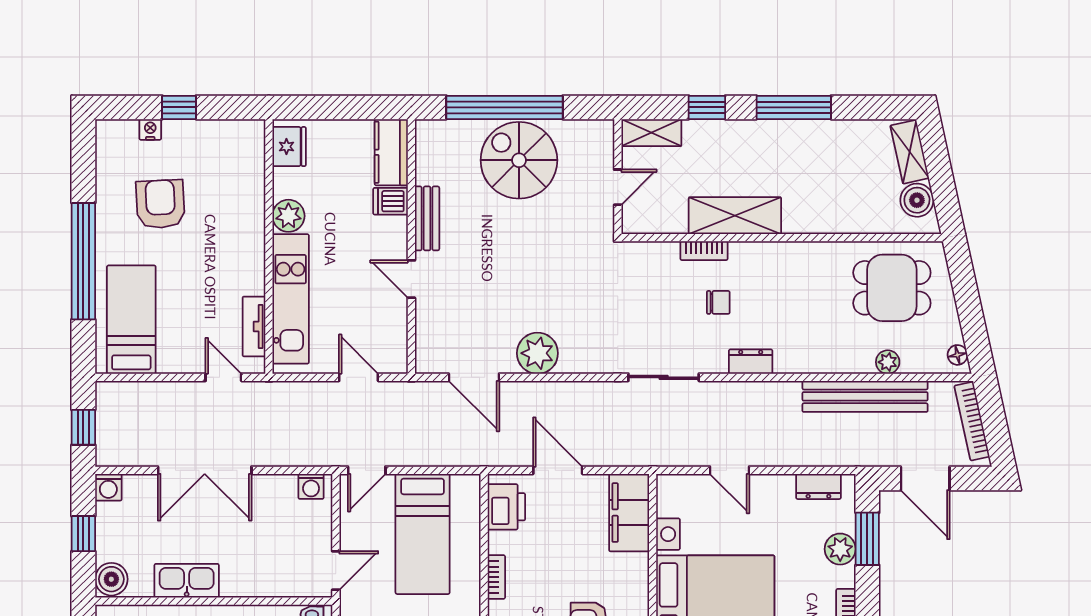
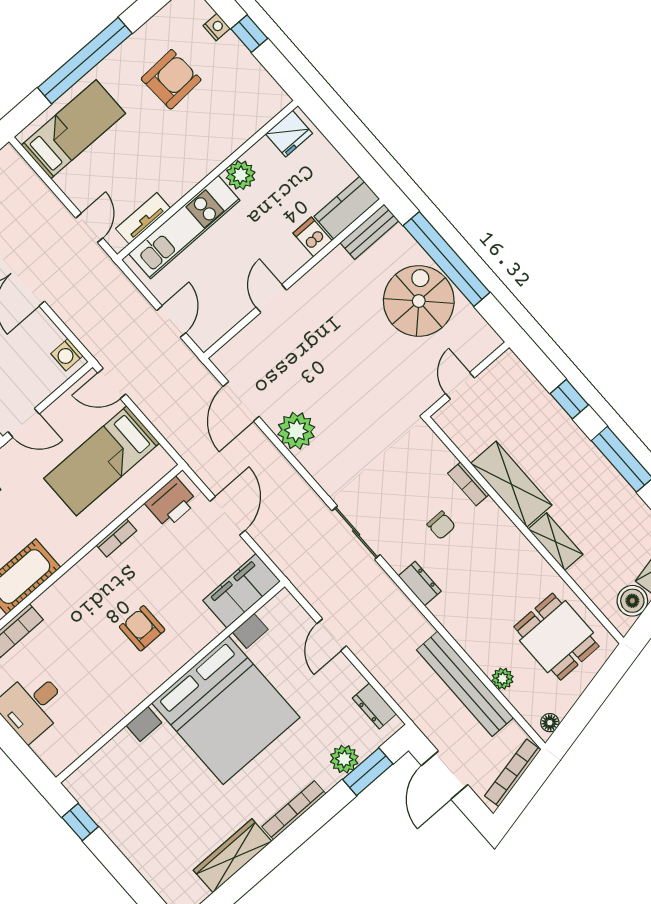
shelving: (651, 133) -> (556, 542), moved
door: (618, 187) -> (460, 386), swing flipped
bench: (427, 218) -> (369, 232), moved

